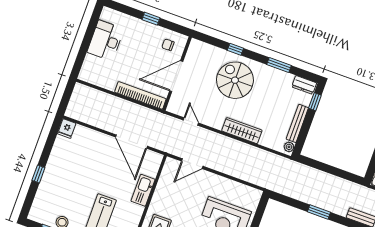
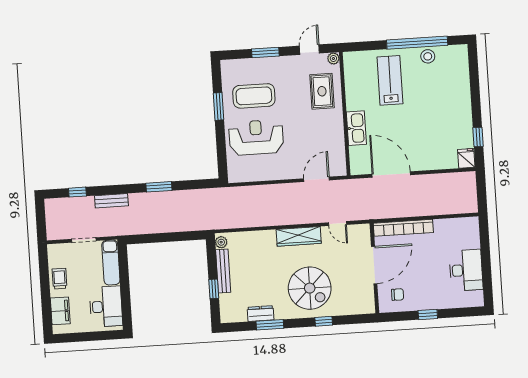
dresser: (304, 85) -> (261, 314), moved
window: (315, 102) -> (214, 289), moved
wardrobe: (242, 131) -> (299, 236), moved
window: (38, 174) -> (478, 137), moved

